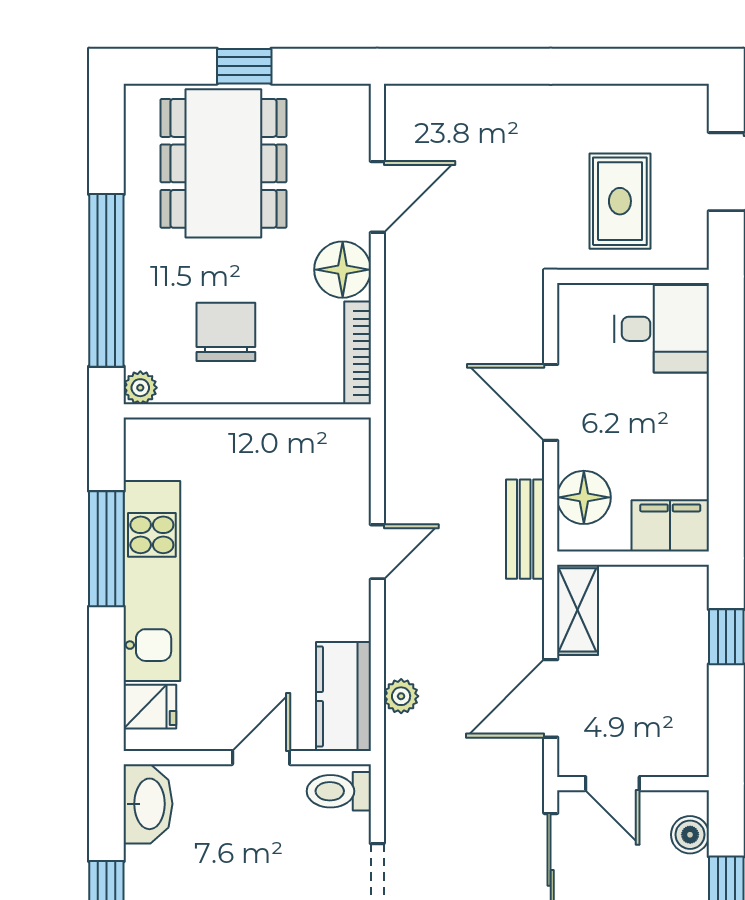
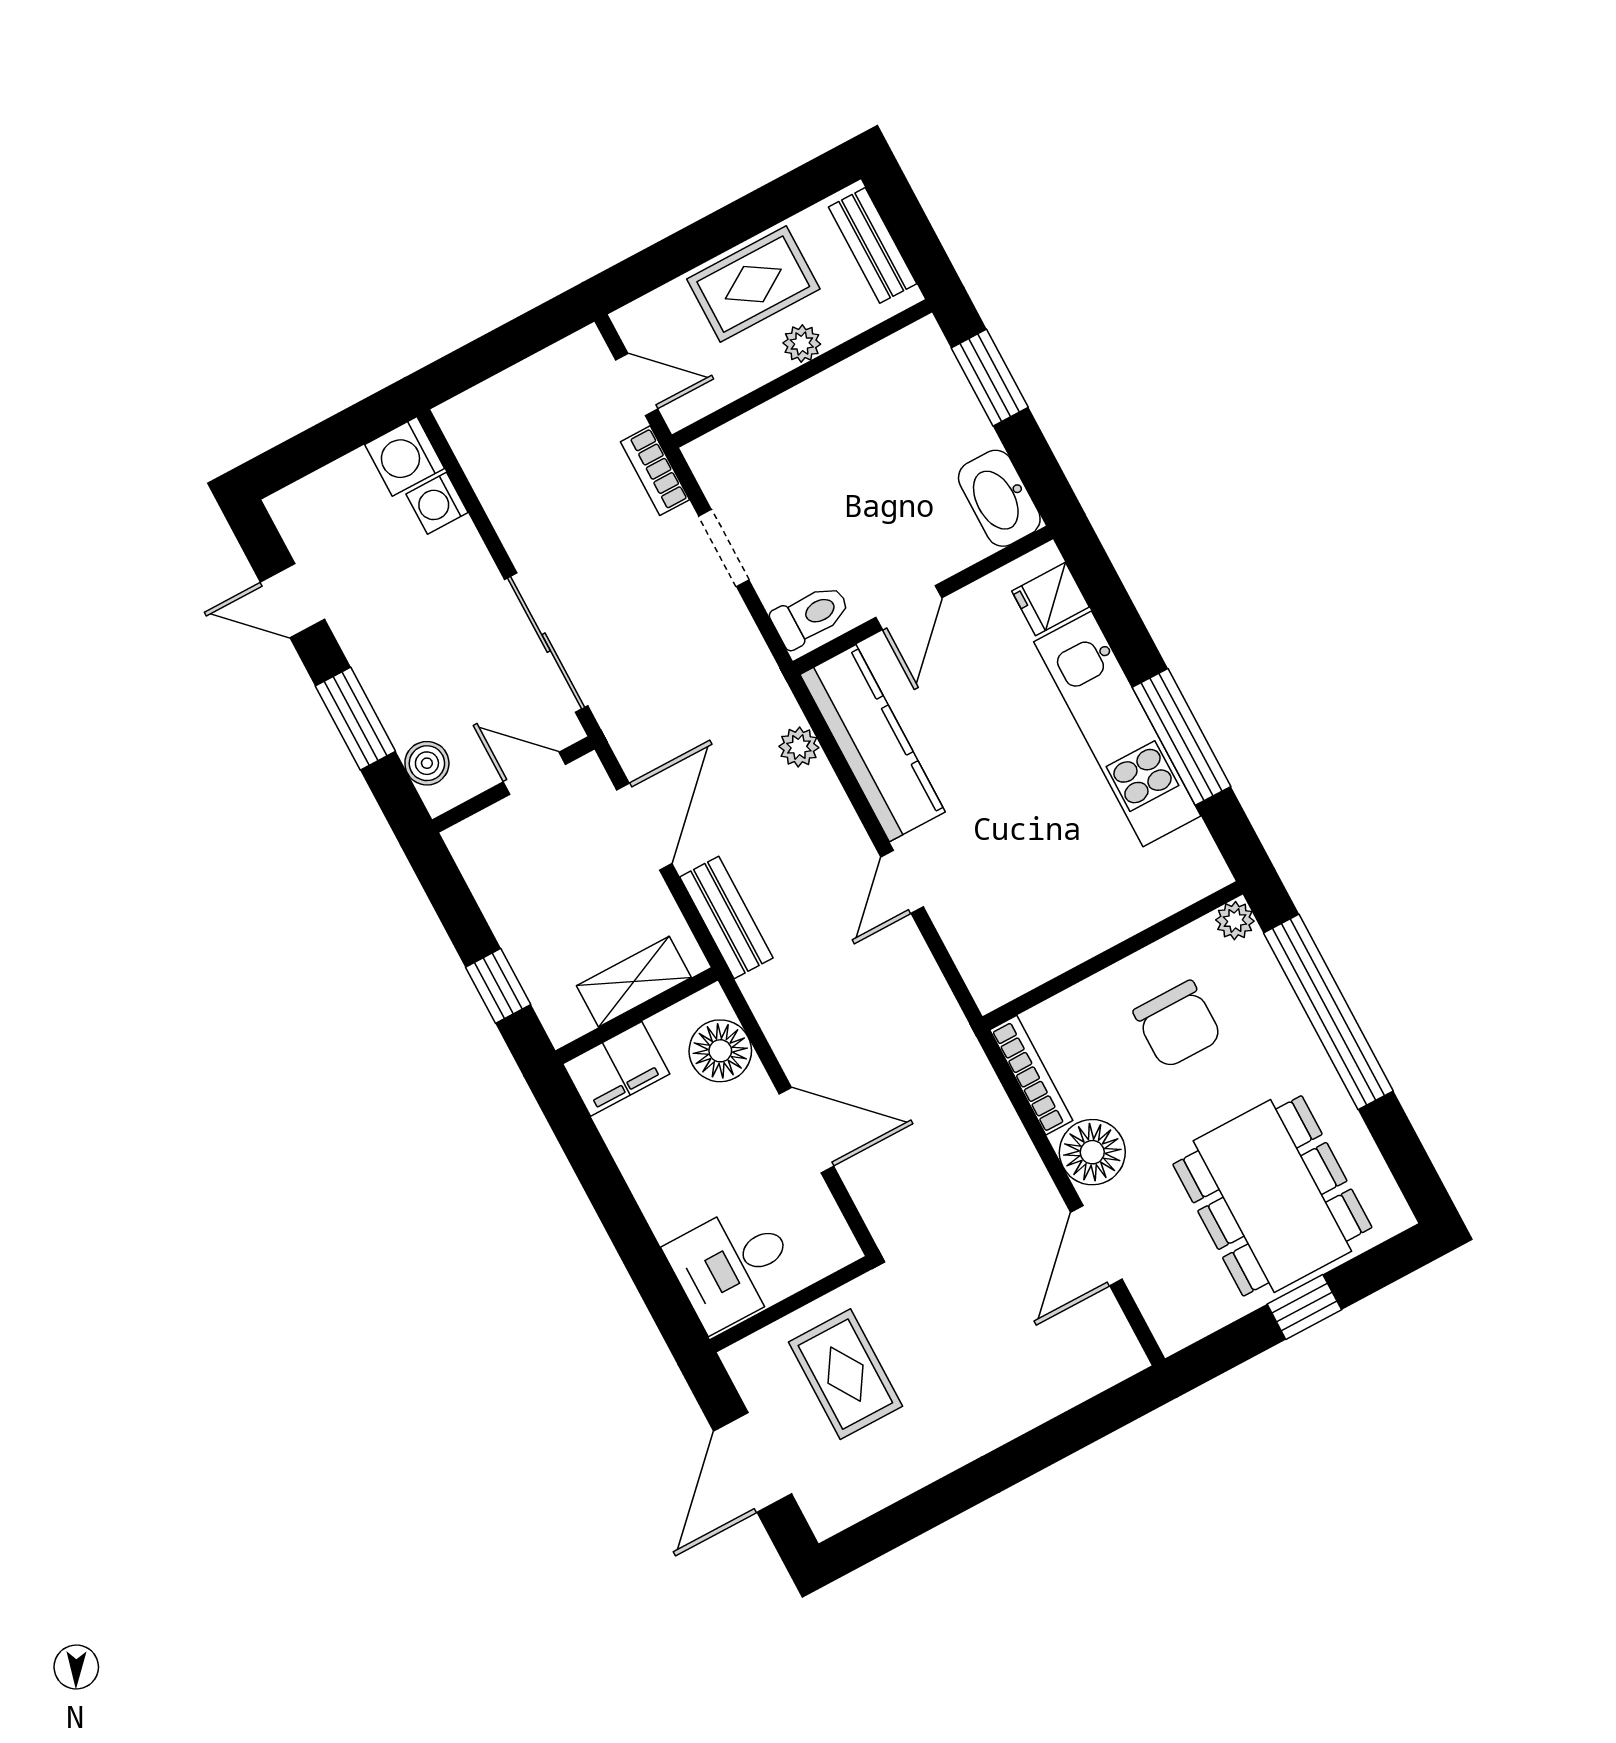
bench: (525, 529) -> (726, 917), moved
shelving: (577, 610) -> (634, 982), moved, turned 90
kitchen counter: (343, 697) -> (873, 743), width x1.50

